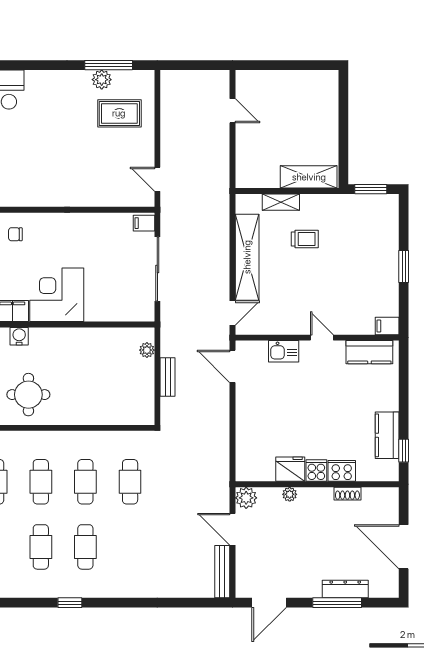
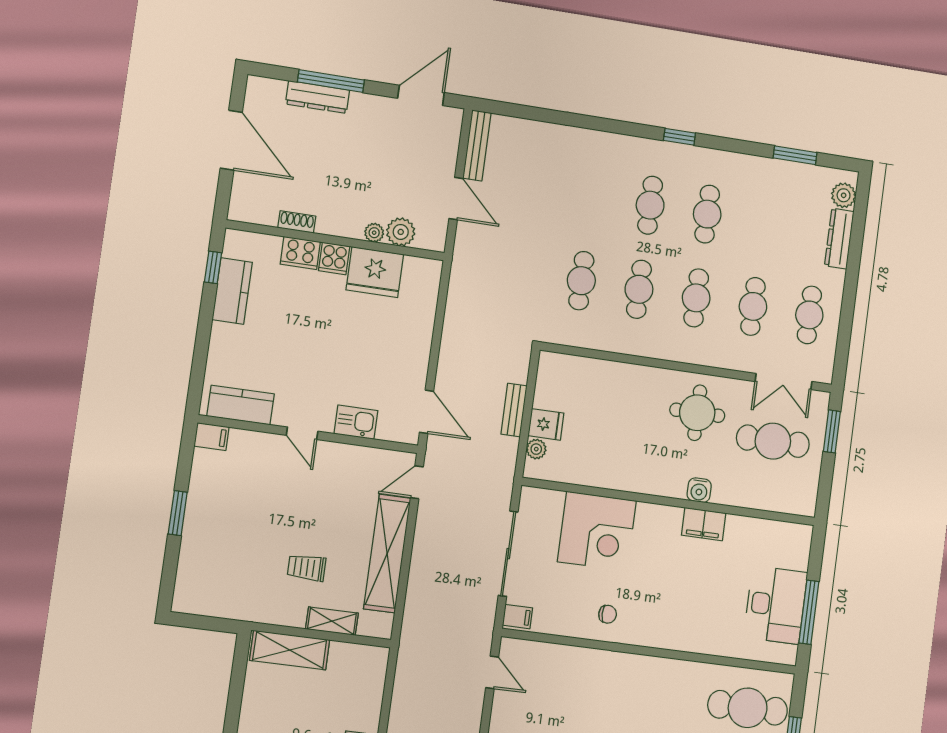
window: (371, 189) -> (208, 623), removed
chair: (15, 234) -> (608, 614), moved
corner desk: (57, 295) -> (597, 531), moved
fridge: (142, 370) -> (546, 424), added
fridge: (290, 469) -> (375, 272), width x1.36, depth x1.34
plant: (246, 498) -> (401, 232), moved

